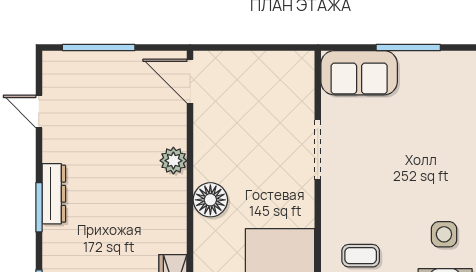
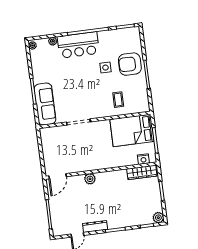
sofa: (359, 73) -> (45, 104), width x1.36
dresser: (54, 194) -> (95, 226), moved
floor lamp: (210, 200) -> (104, 162), removed

